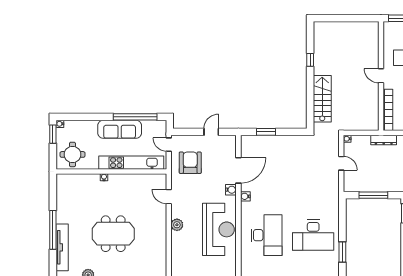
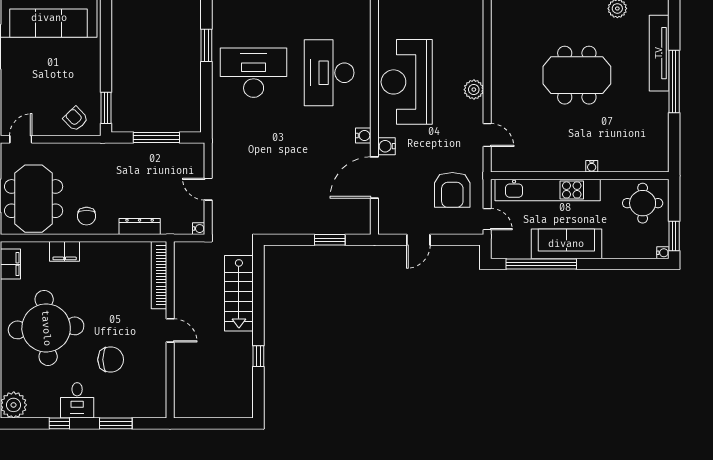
door: (381, 76) -> (170, 330), moved
wall: (381, 76) -> (170, 330), moved
bookcase: (388, 110) -> (159, 275), moved

